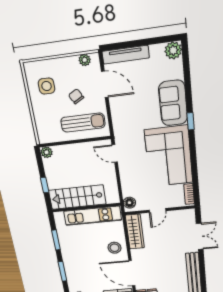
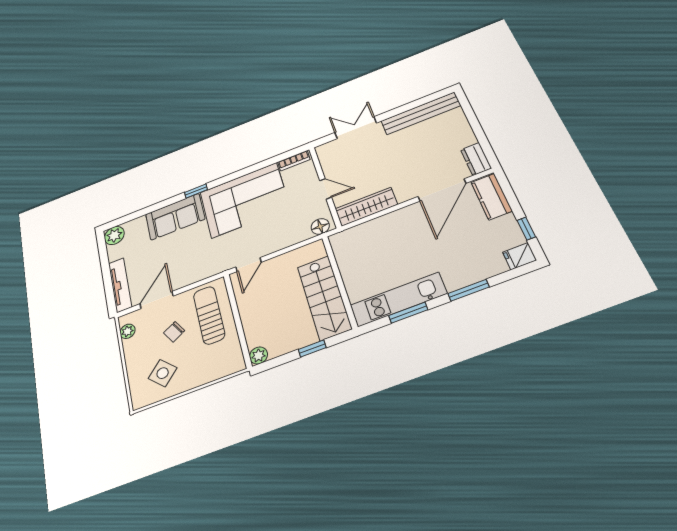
side table: (47, 86) -> (163, 373), turned 45
kitchen unit: (93, 216) -> (398, 300), moved, turned -90
stool: (114, 248) -> (401, 226), removed

